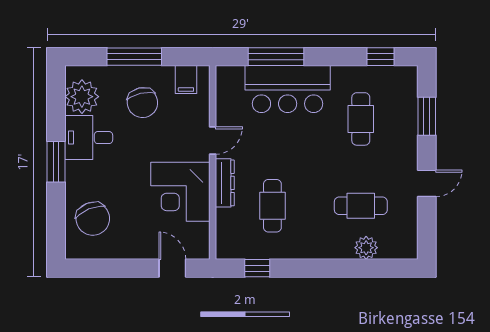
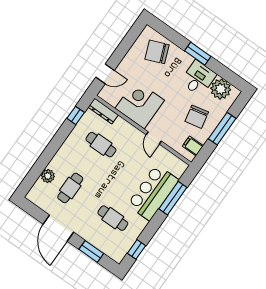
chair: (142, 103) -> (197, 117), turned -89
dresser: (225, 183) -> (103, 111), moved
door: (427, 183) -> (58, 228), width x1.87

